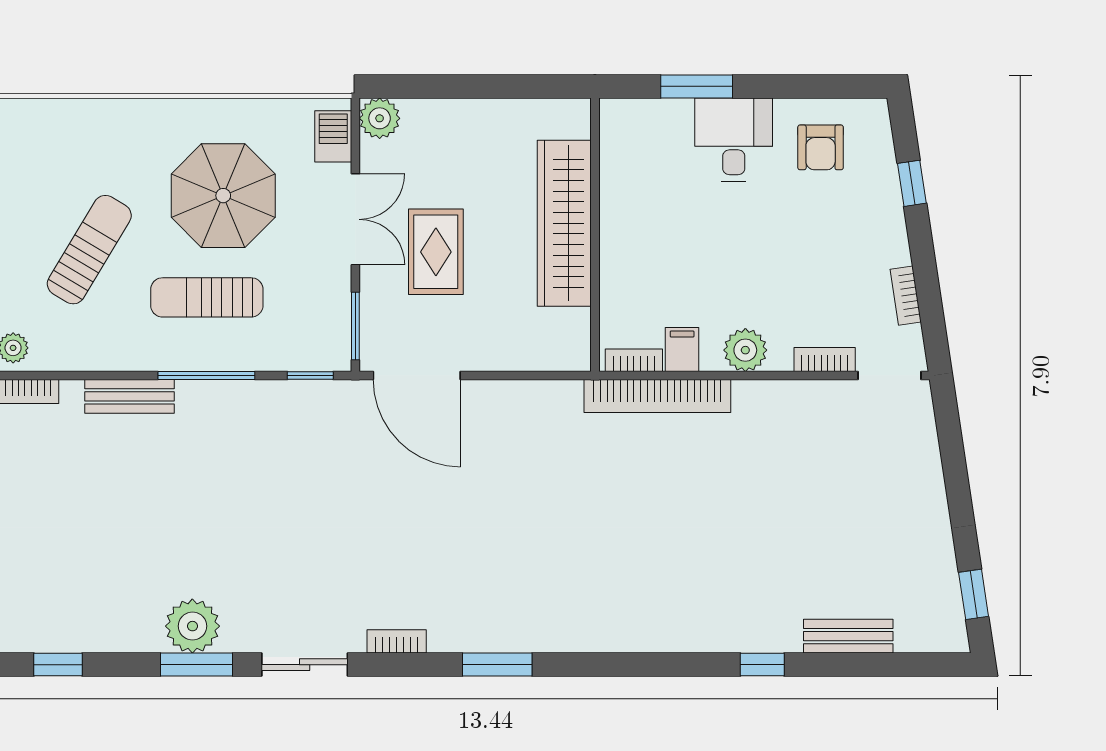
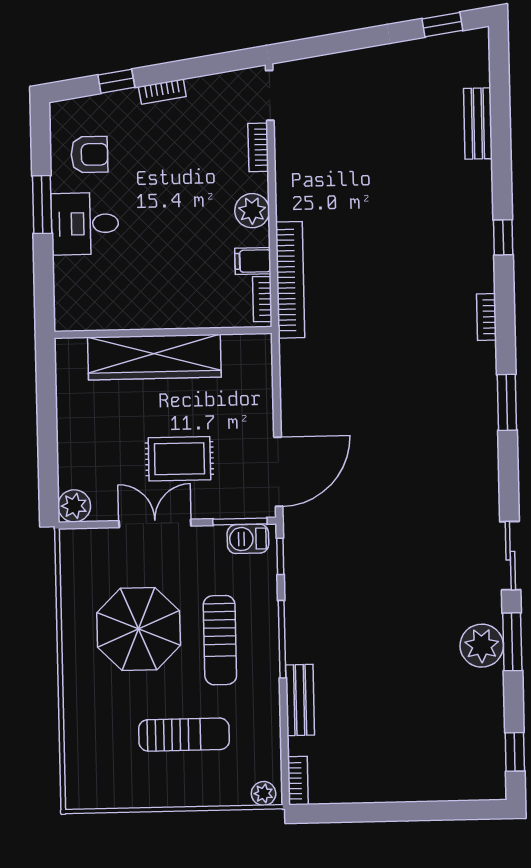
window: (697, 86) -> (42, 205), moved
barbecue: (333, 136) -> (248, 539), moved
sun lounger: (89, 250) -> (184, 735), turned 149
bookcase: (906, 296) -> (162, 92), moved
bookcase: (397, 641) -> (486, 317), moved
window: (762, 665) -> (503, 237), moved

